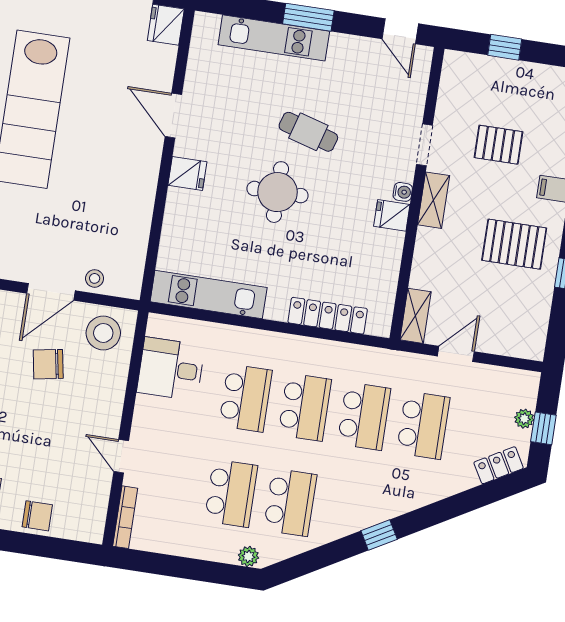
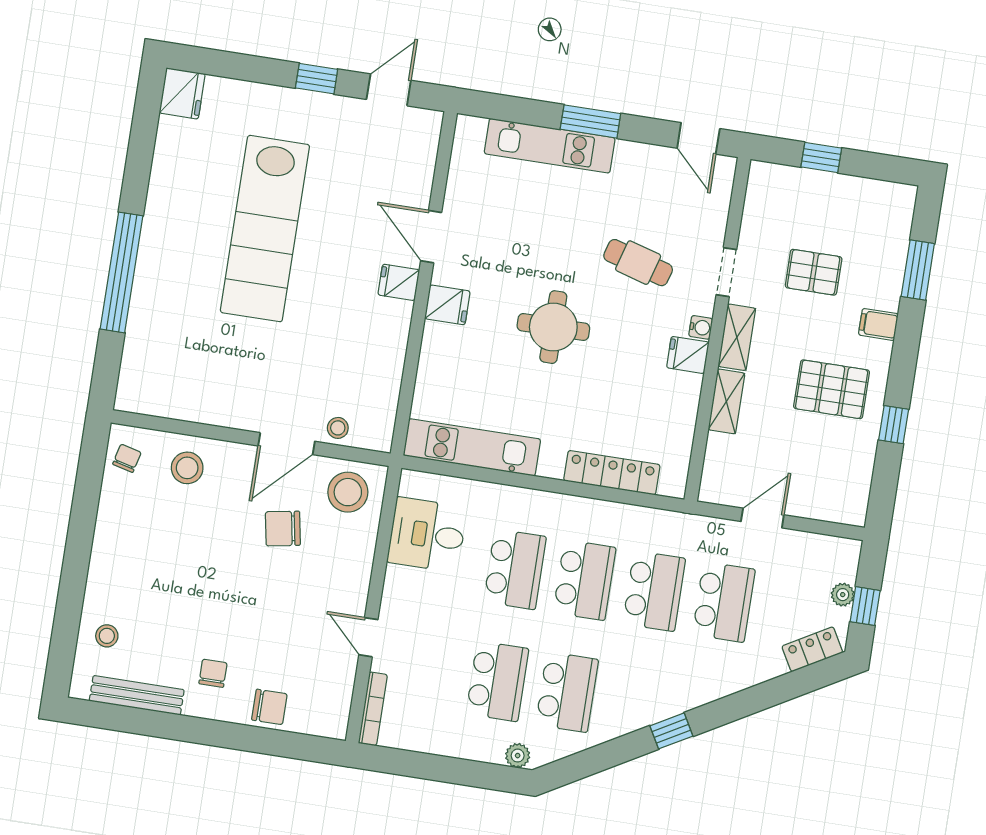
fridge: (166, 25) -> (399, 282), moved, width x0.72
cafe table: (308, 132) -> (638, 263), moved
shelving: (416, 316) -> (726, 401), moved

